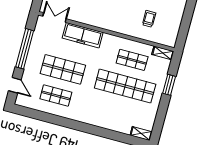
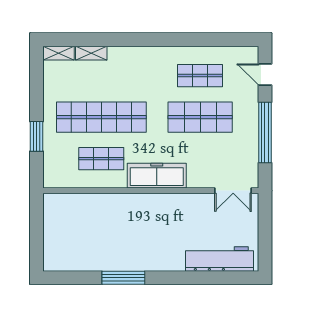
trolley: (149, 19) -> (92, 226), removed
freezer: (83, 35) -> (157, 176), moved
shelving: (163, 53) -> (91, 53), moved

